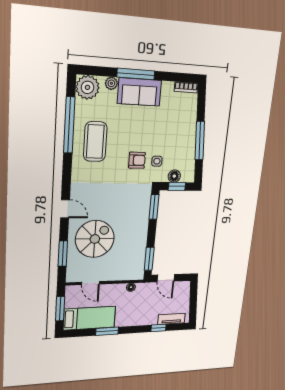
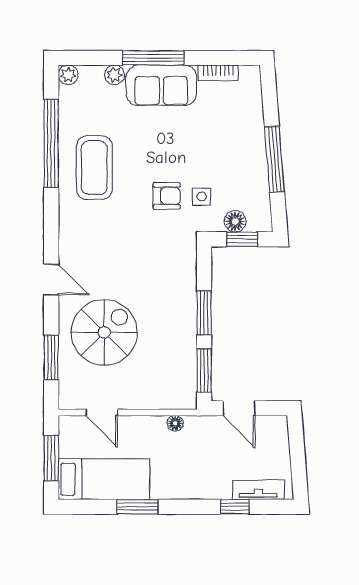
plant: (88, 87) -> (68, 75), width x0.53, depth x0.53
bookcase: (186, 87) -> (218, 73), moved
window: (154, 207) -> (204, 313), moved

